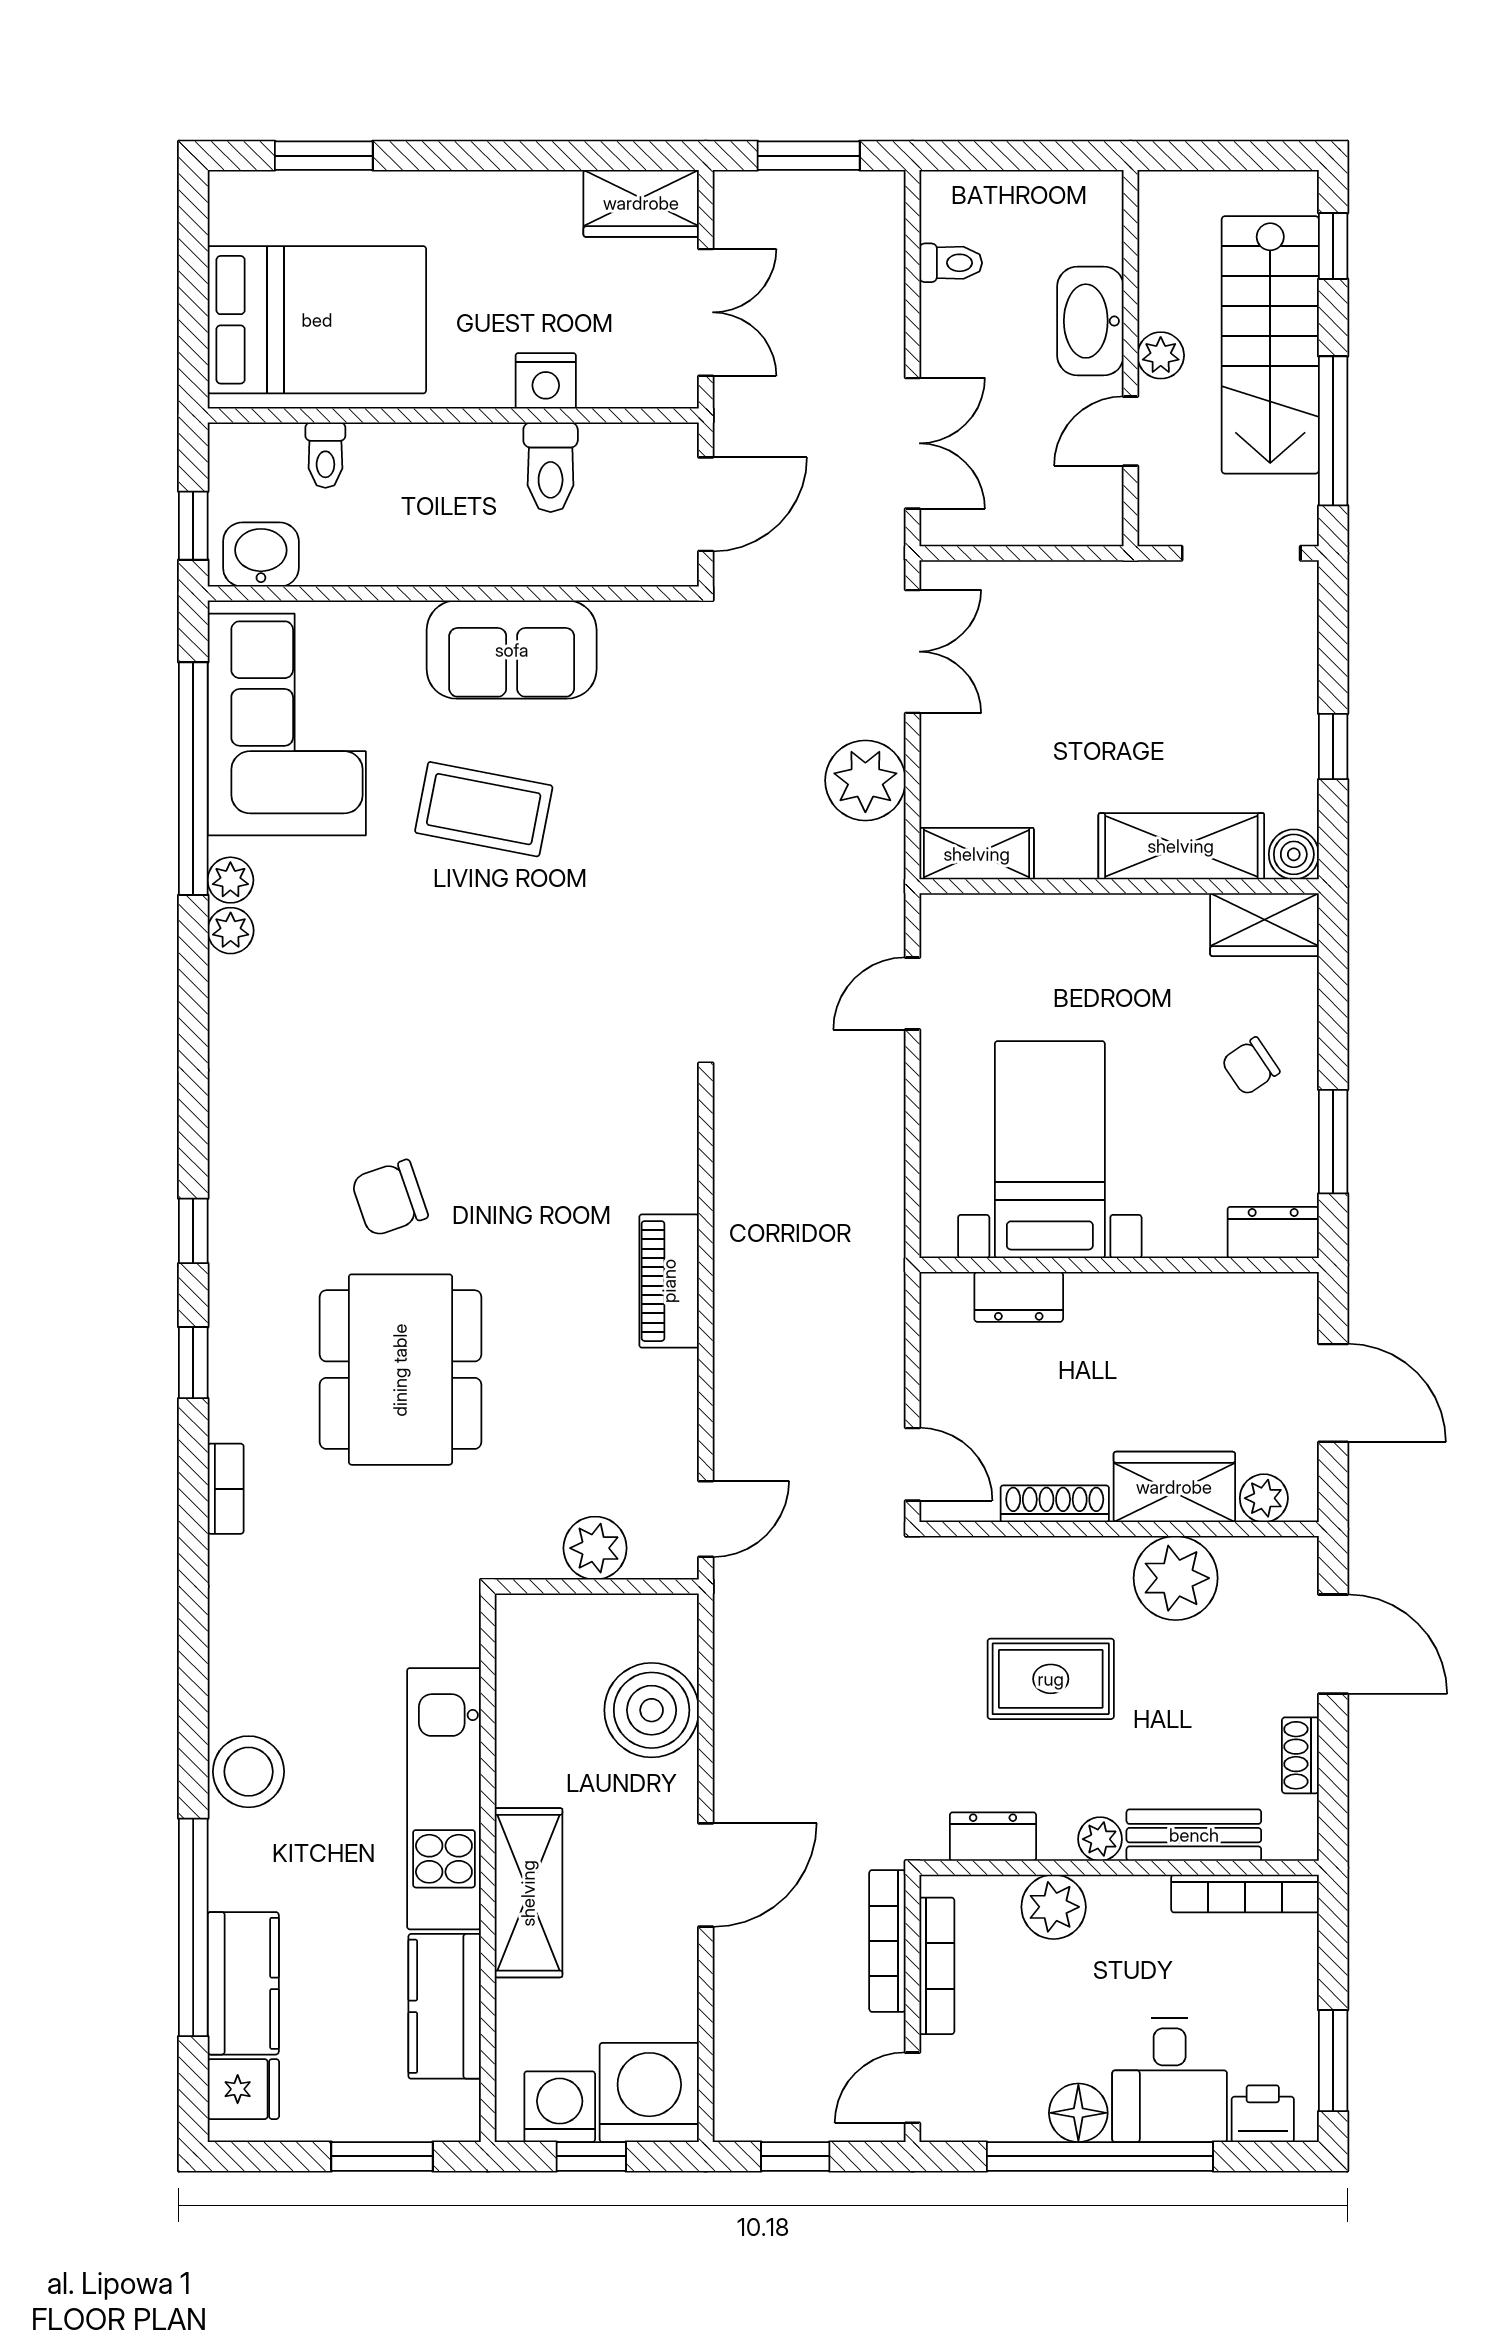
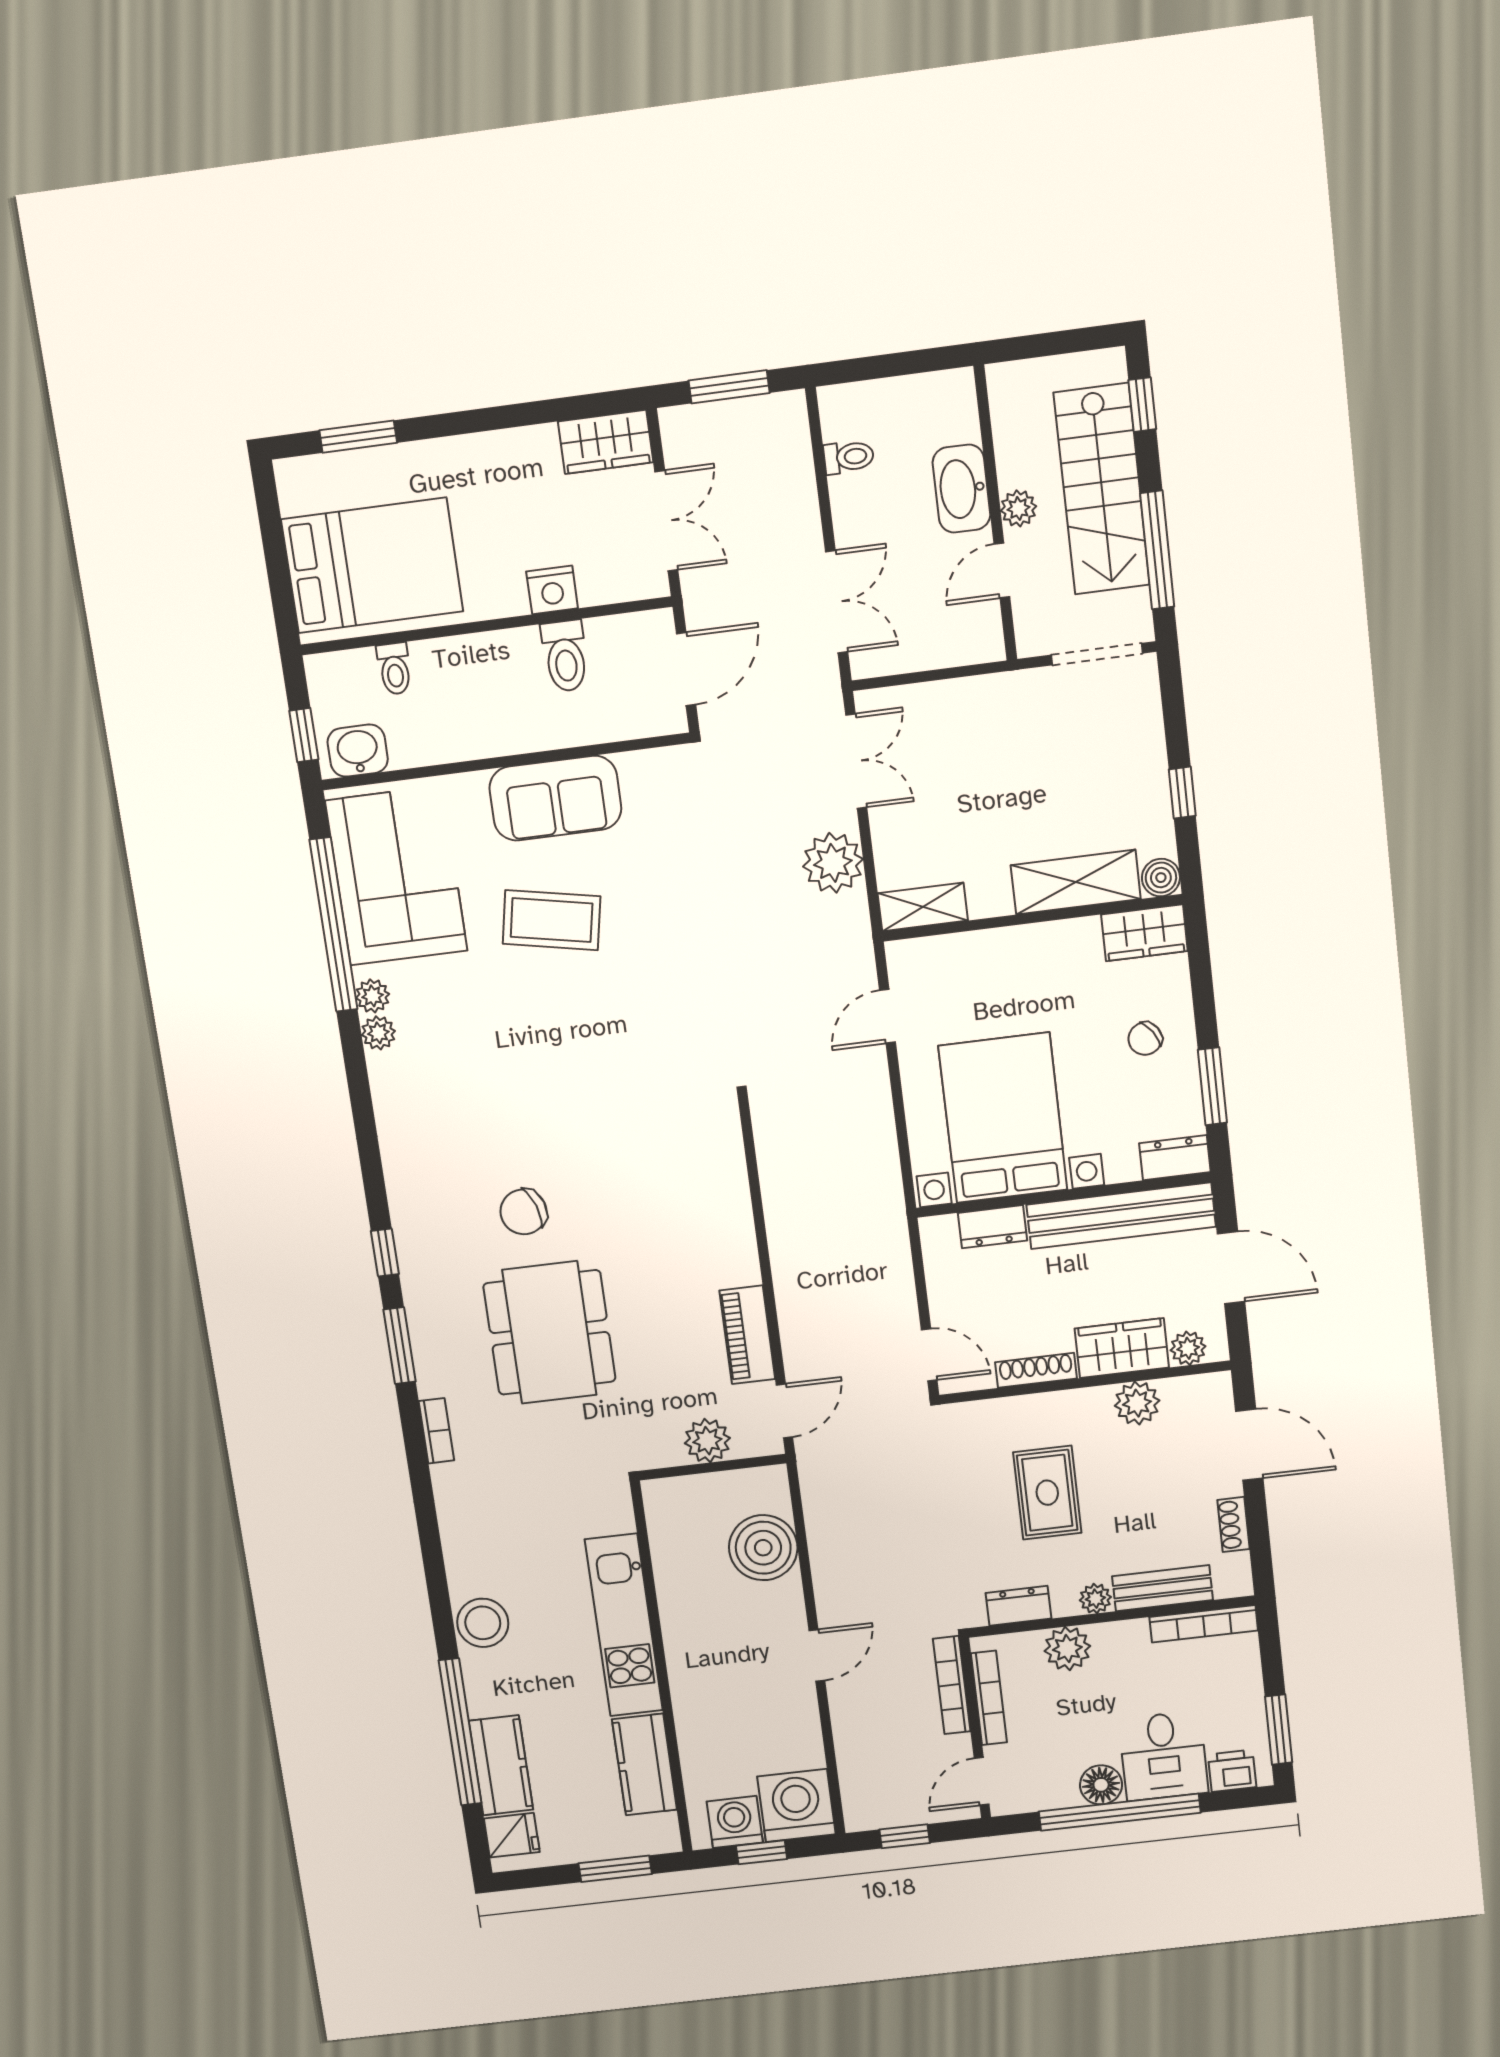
bed with nightstands: (1050, 1150) -> (1003, 1118), width x1.36
piano: (669, 1281) -> (747, 1335), moved
bench: (1193, 1303) -> (1121, 1216), added
window: (193, 1363) -> (400, 1346), width x1.50
plant: (1176, 1578) -> (1137, 1403), width x0.73, depth x0.73
rug: (1051, 1679) -> (1047, 1493), turned 90
door: (706, 1875) -> (817, 1655), width x0.73
shelving: (528, 1893) -> (693, 1682), removed

